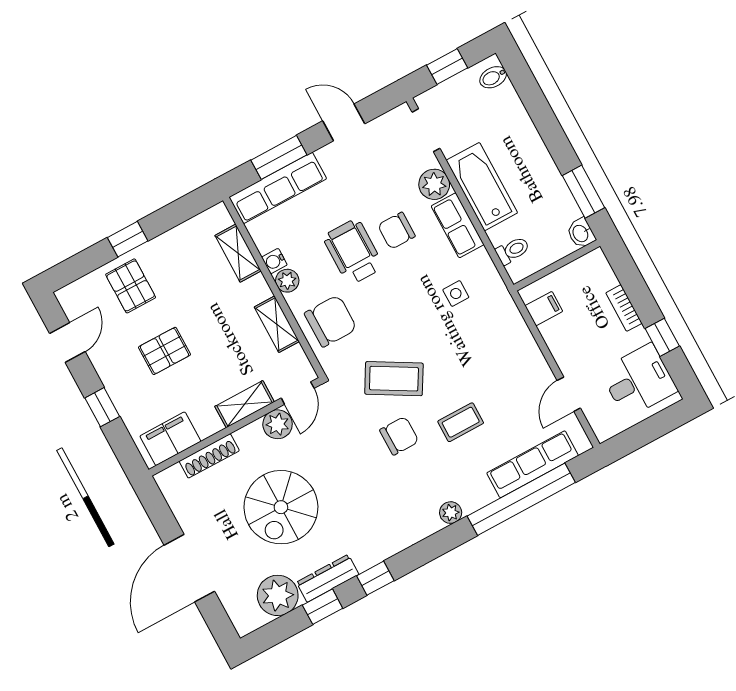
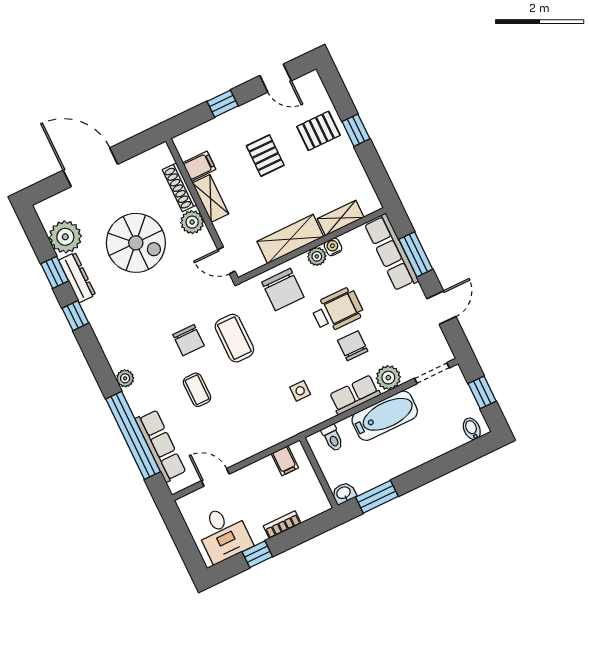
shelving: (277, 324) -> (290, 239), width x1.50, depth x1.33
coffee table: (394, 379) -> (234, 338), turned -30
shelving: (245, 404) -> (210, 198), moved
plant: (278, 424) -> (192, 222), moved
filing cabinet: (170, 439) -> (199, 166), width x0.50
spiral stairs: (281, 507) -> (136, 243), turned 180

